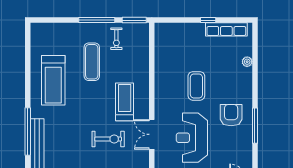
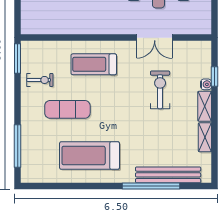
window: (97, 20) -> (18, 146), moved
treadmill: (53, 80) -> (90, 155), turned 180
treadmill: (125, 102) -> (94, 64), moved

